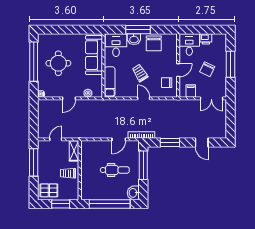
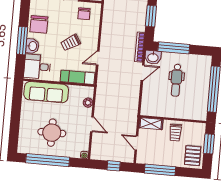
chair: (154, 43) -> (39, 24), turned 90
door: (144, 98) -> (98, 58), moved
window: (34, 121) -> (114, 166), added
door: (119, 139) -> (143, 73), hinge flipped
dental chair: (115, 170) -> (176, 80), turned 180
washbasin: (133, 193) -> (153, 57), moved

